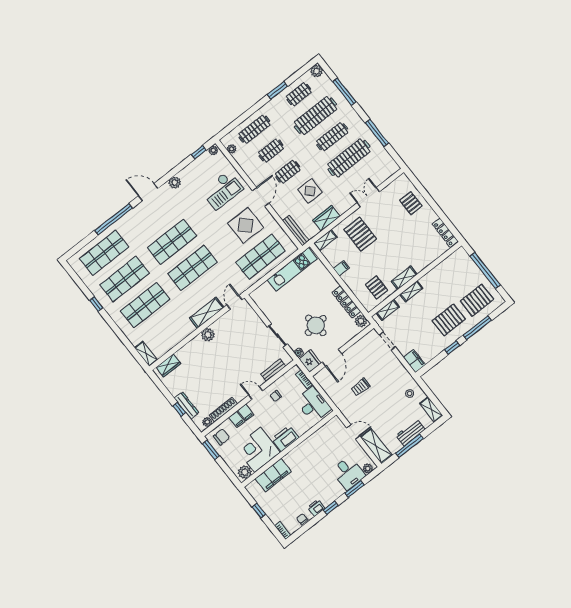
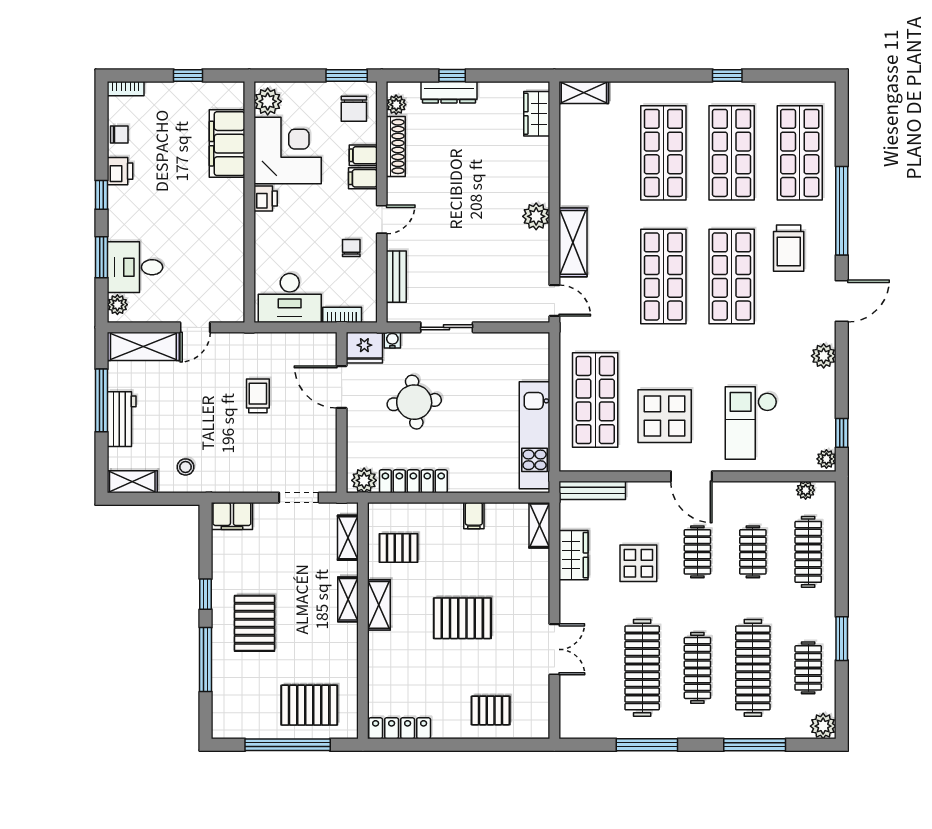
trolley: (144, 228) -> (789, 248), added
pallet: (360, 234) -> (462, 618), moved
pallet: (477, 300) -> (309, 705), moved, turned 90
printer: (285, 438) -> (266, 198), width x0.53, depth x0.68

